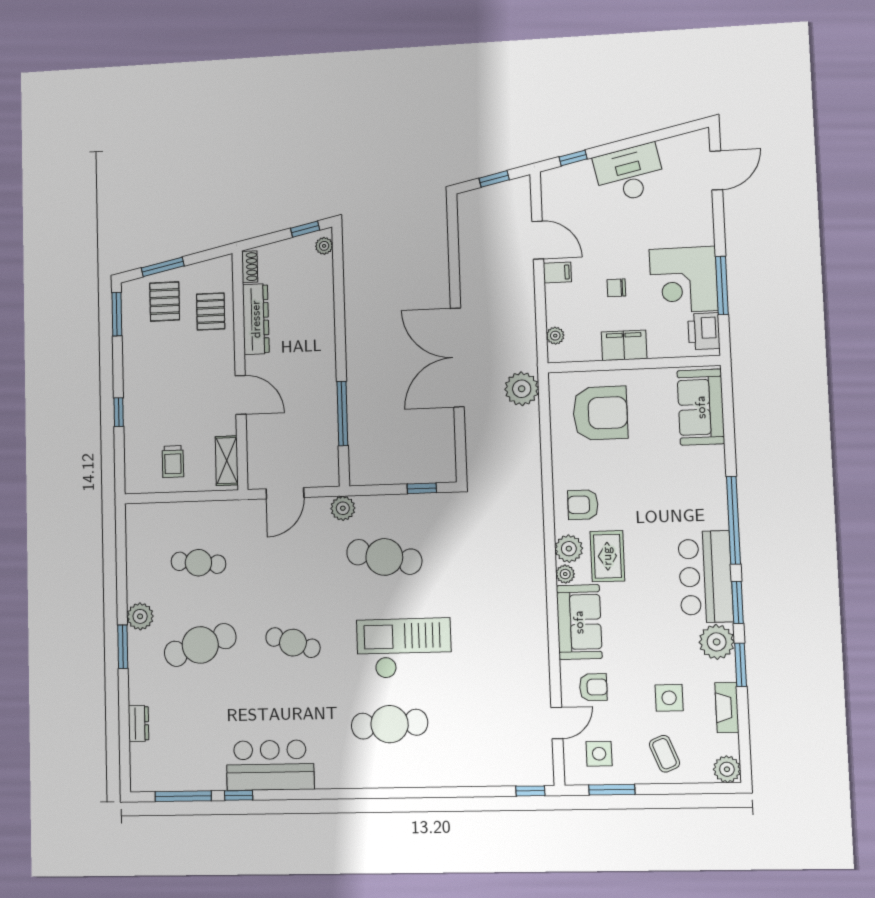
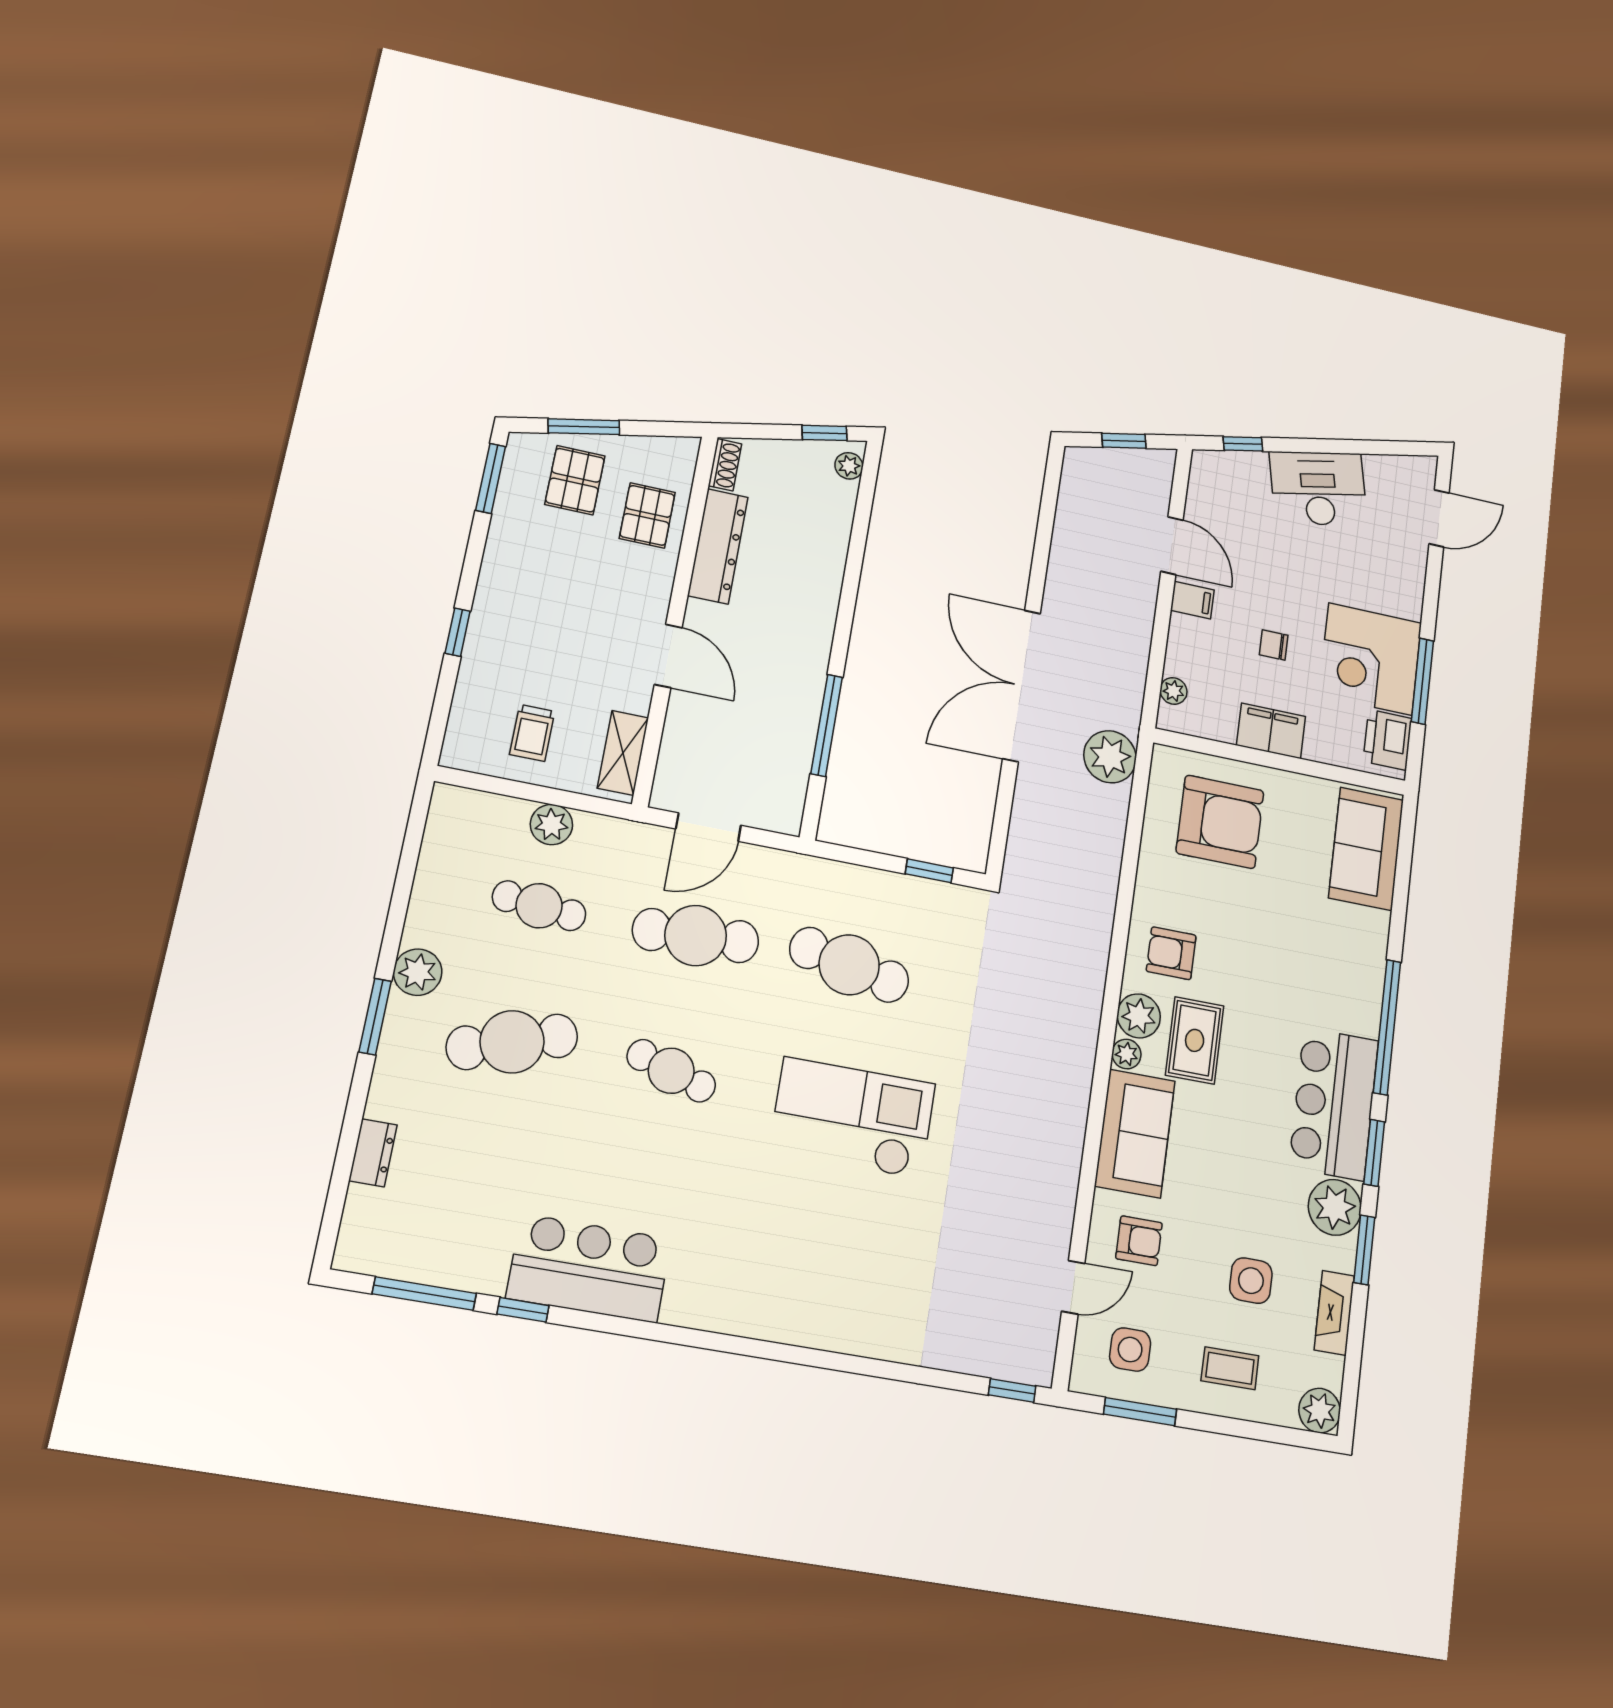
plant: (343, 508) -> (551, 825), moved
cafe table: (390, 724) -> (696, 936), moved
coffee table: (664, 754) -> (1230, 1368), turned -68

